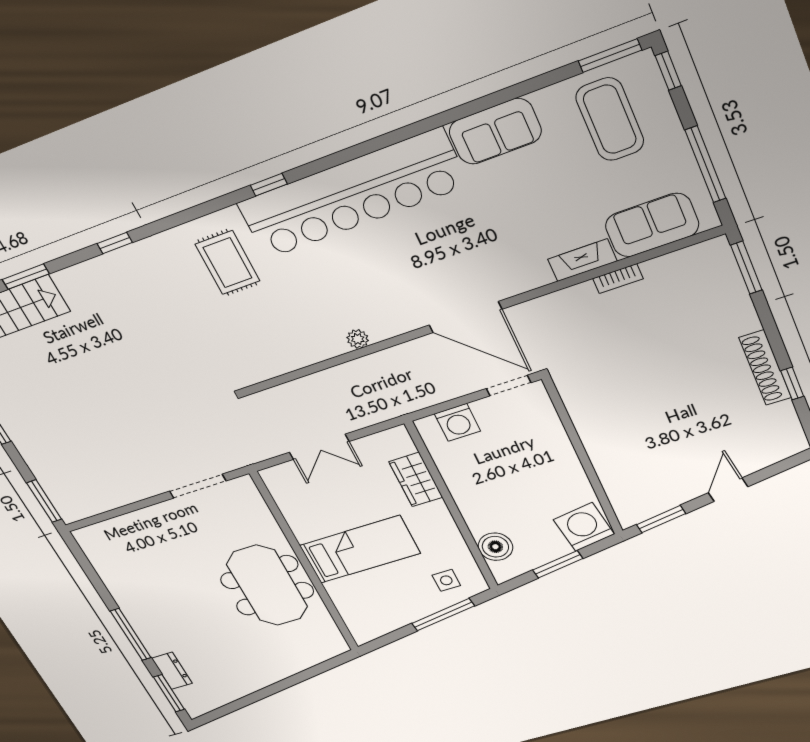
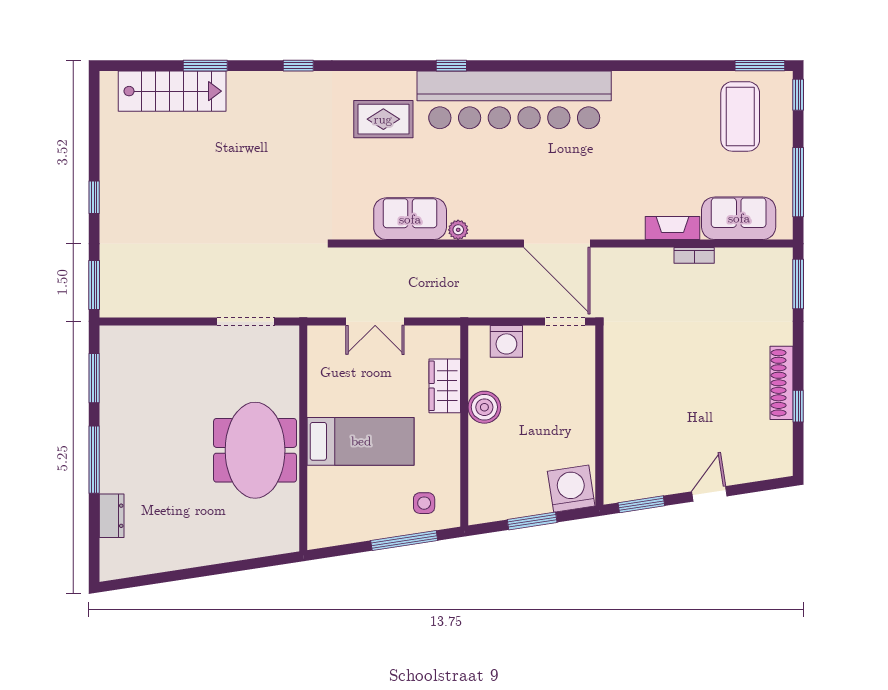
sofa: (495, 131) -> (410, 219), moved, turned 180
rug: (227, 263) -> (383, 119), turned 90
boiler: (495, 547) -> (484, 407), moved
window: (169, 693) -> (94, 378), moved

